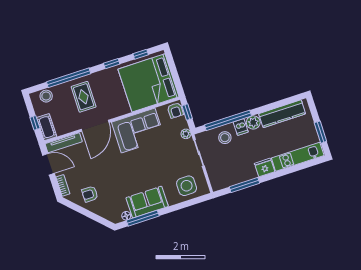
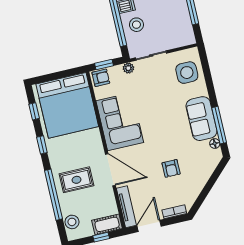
armchair: (90, 194) -> (171, 168), moved

